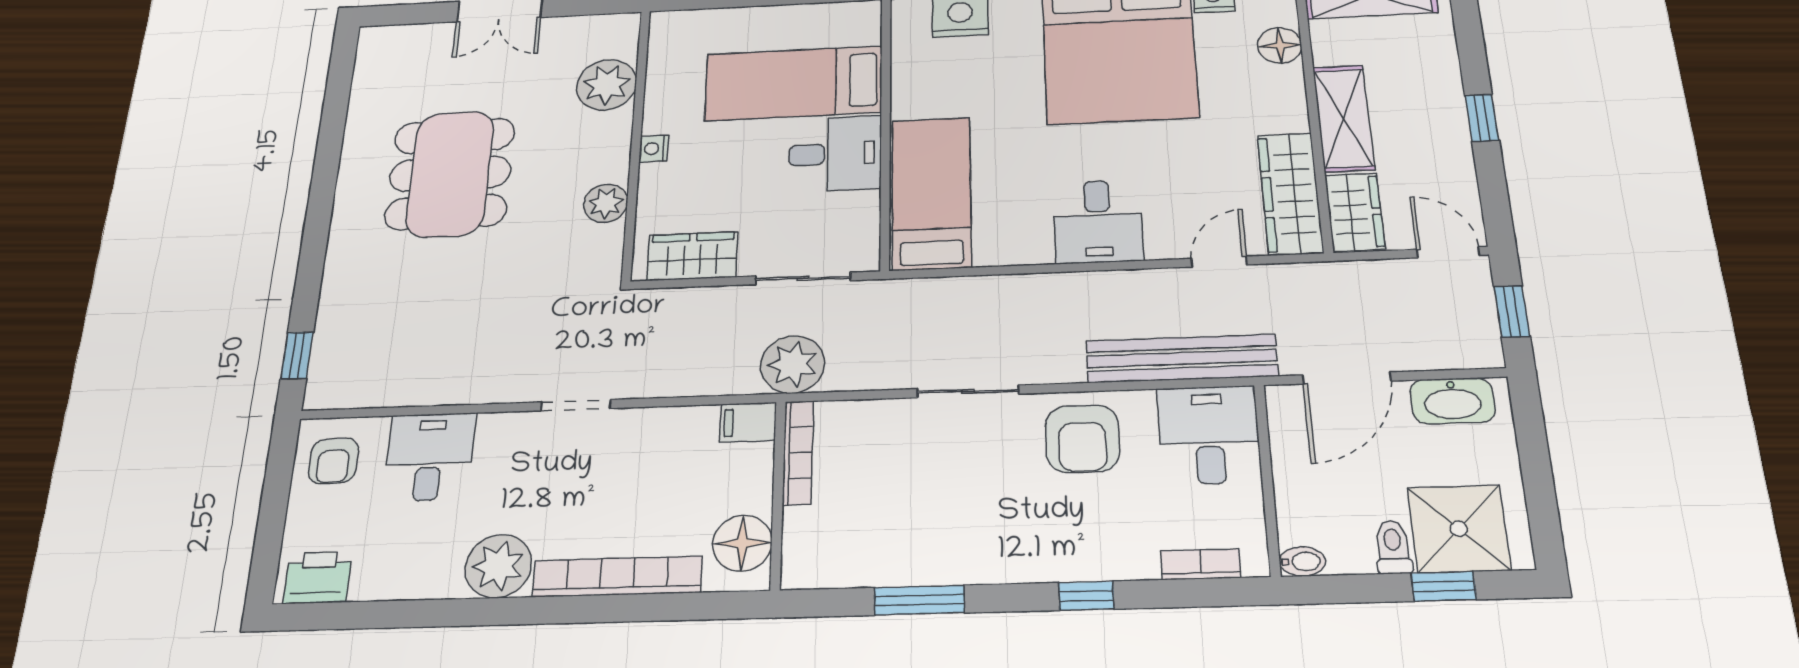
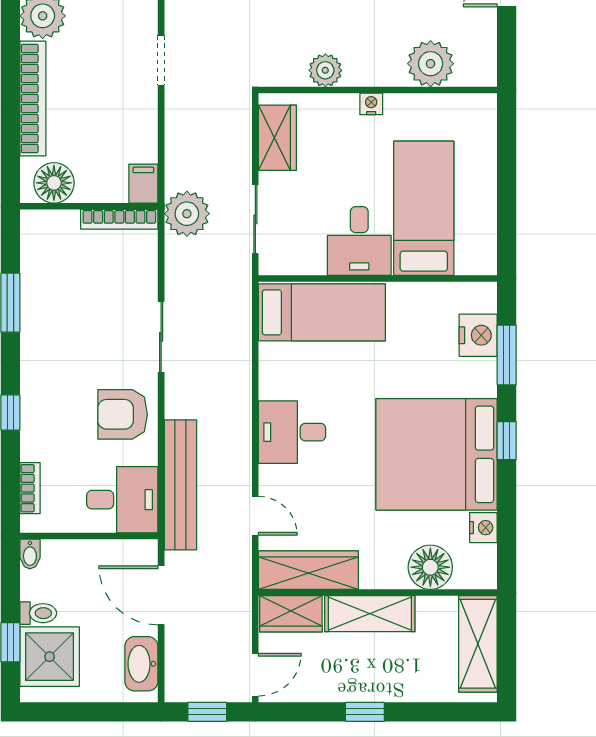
floor lamp: (1280, 45) -> (430, 567), width x1.38, depth x1.38

